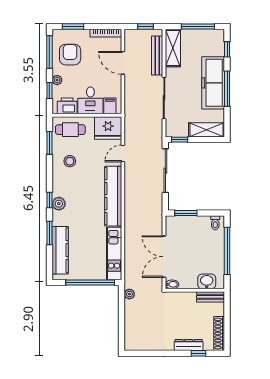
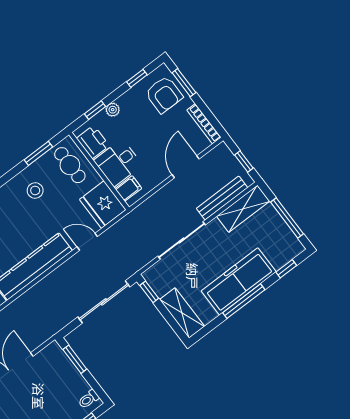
window: (49, 52) -> (137, 78), width x0.46
armchair: (70, 55) -> (164, 95), moved, turned 90

